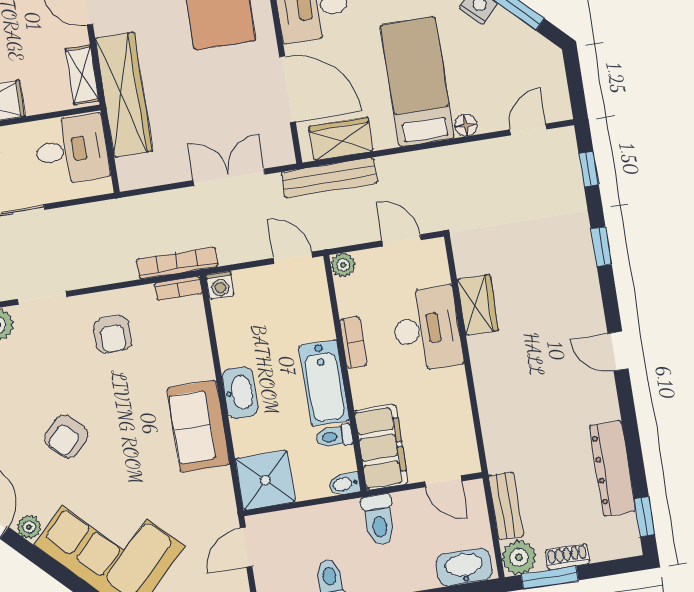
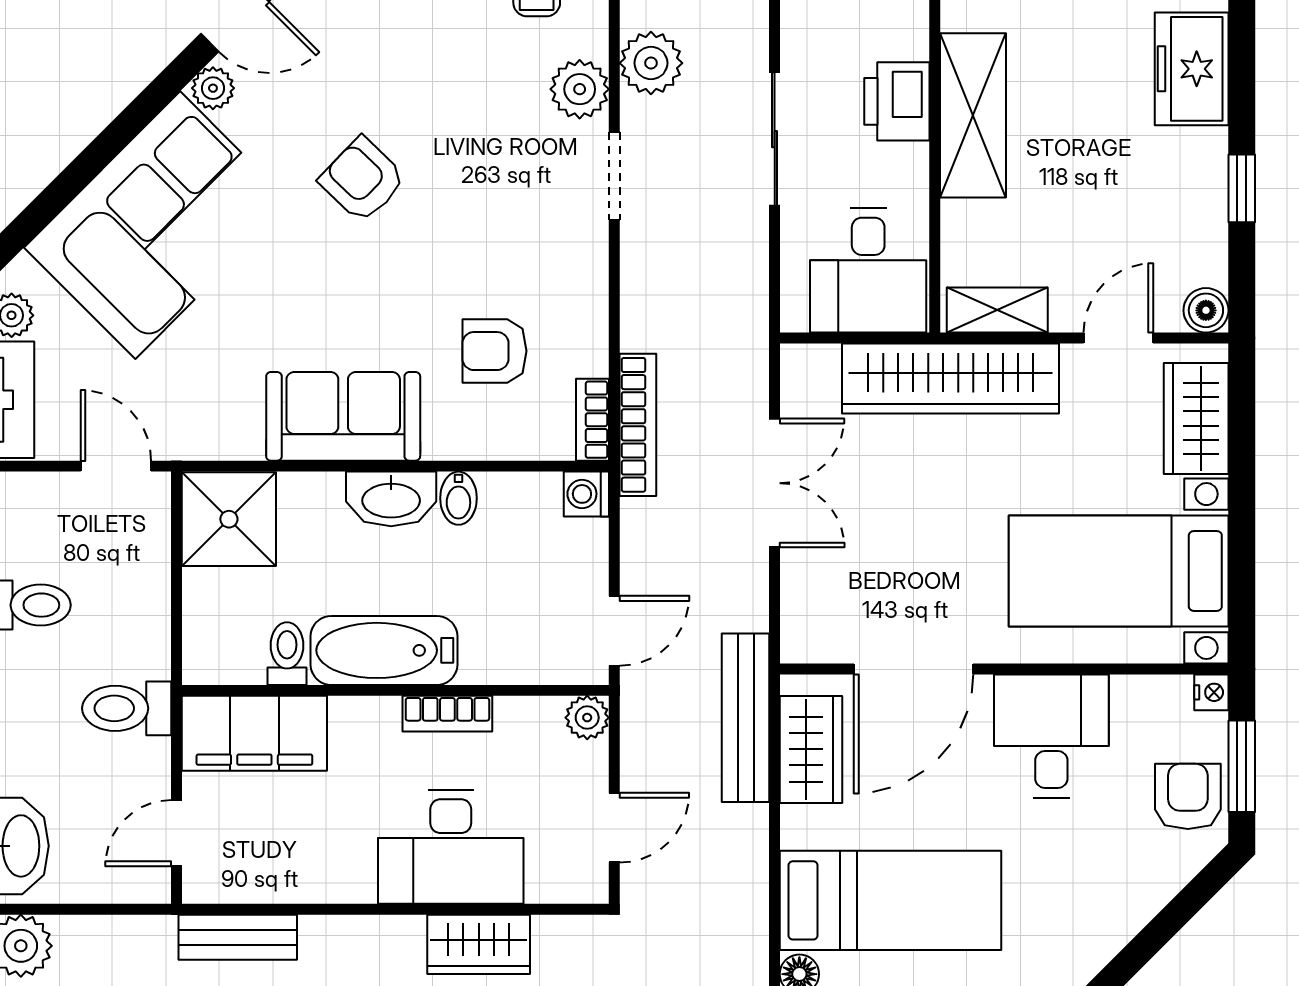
double door: (229, 177) -> (775, 483), moved
armchair: (113, 334) -> (494, 351), moved
bidet: (345, 484) -> (458, 498), moved, turned 180
bench: (506, 506) -> (238, 937), moved

